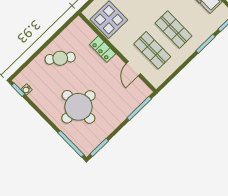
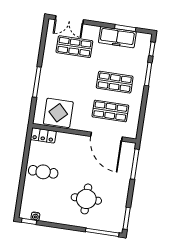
locker: (103, 49) -> (43, 135), moved
cafe table: (60, 58) -> (43, 172), turned 52
door: (133, 69) -> (106, 137), width x1.88
round table: (78, 107) -> (86, 199), width x0.73, depth x0.73

